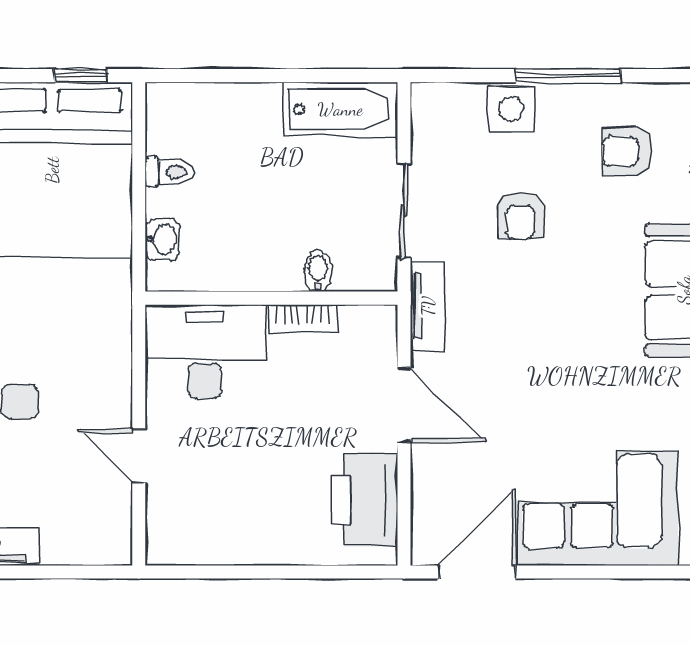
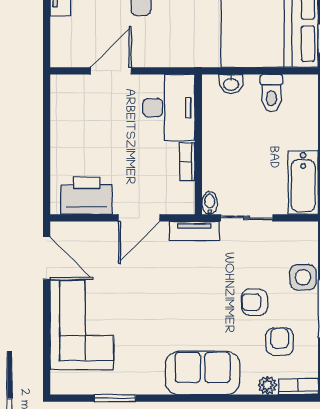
toilet: (170, 172) -> (271, 93), width x1.37, depth x1.39
armchair: (520, 215) -> (254, 302), moved
bidet: (318, 271) -> (210, 203), moved, turned -90
door: (139, 456) -> (111, 71), width x1.38

